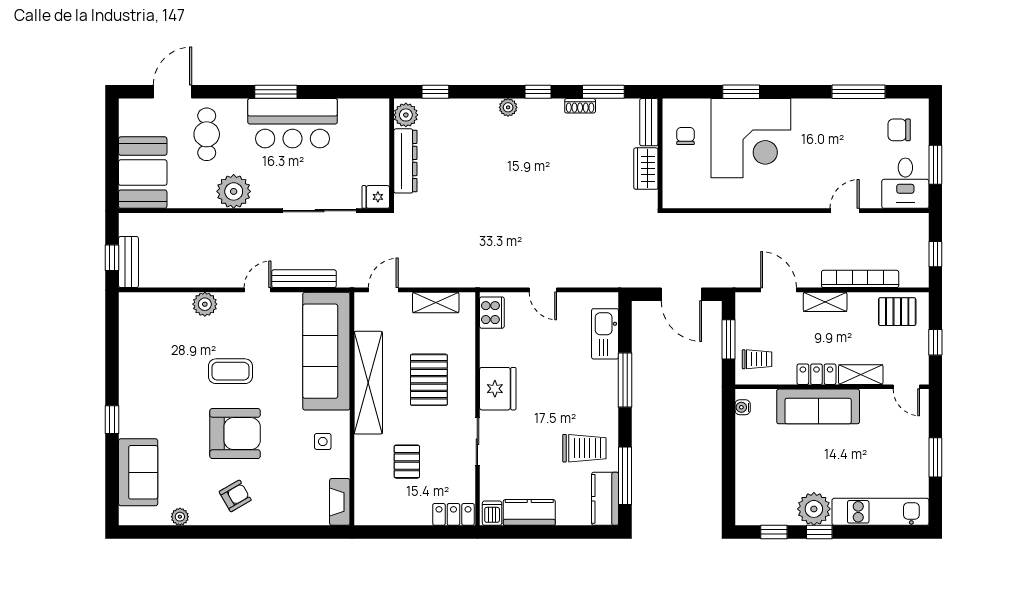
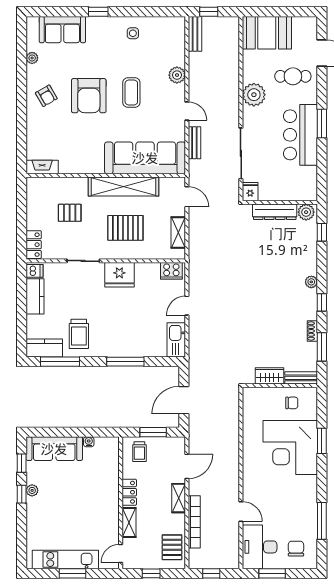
desk: (905, 183) -> (260, 547), width x1.37
bench: (128, 262) -> (195, 34), moved, turned 90
bench: (304, 279) -> (194, 143), width x0.73
kitchen sink: (605, 334) -> (176, 340), moved, turned -90
sofa: (818, 406) -> (54, 449), moved, turned -90
water cooler: (743, 407) -> (89, 442), moved
side table: (323, 442) -> (133, 33), moved
plant: (814, 509) -> (32, 490), width x0.53, depth x0.53
kitchen unit: (880, 512) -> (65, 560), moved, turned -90

